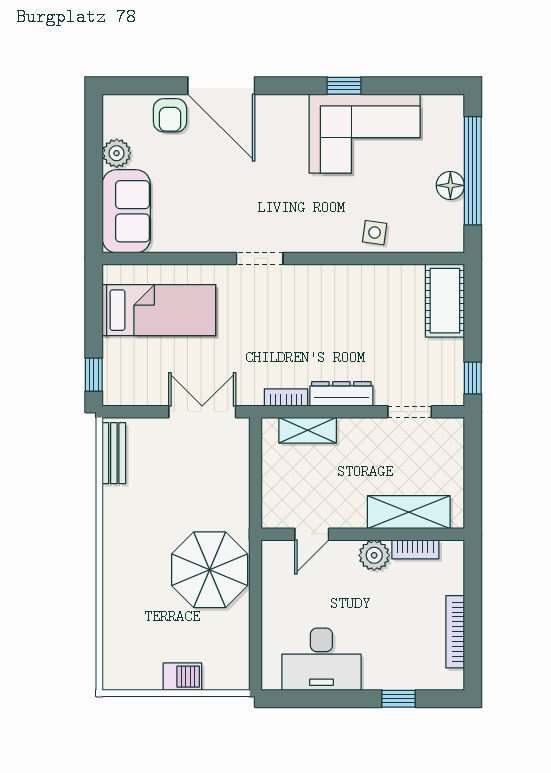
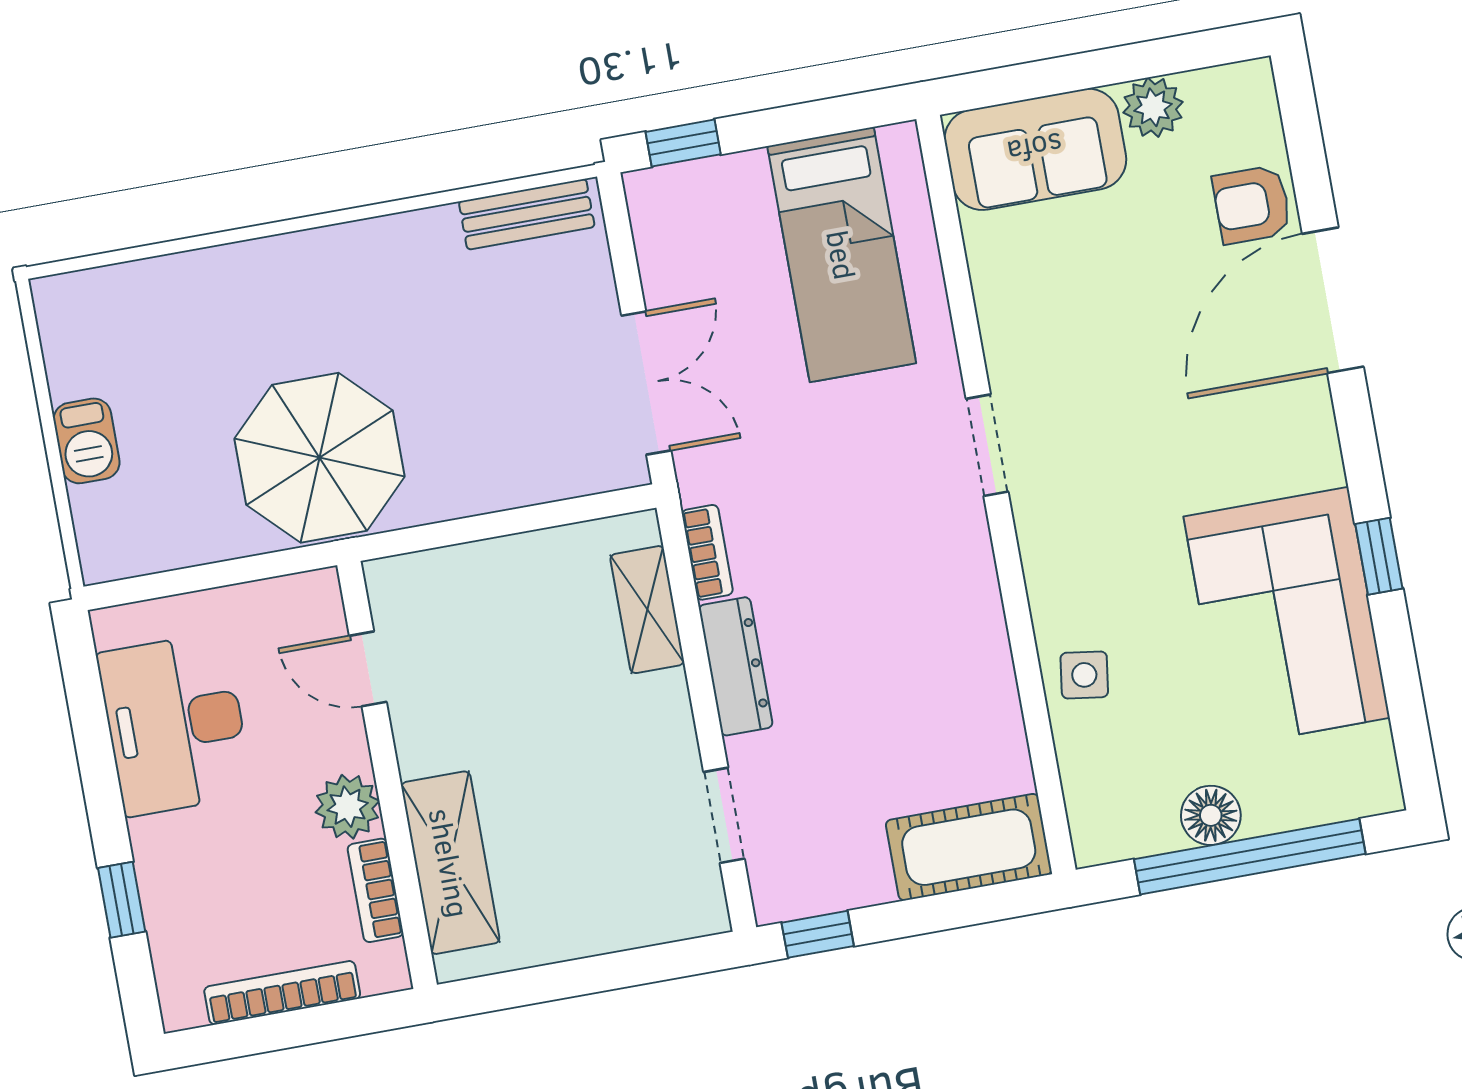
shelving: (409, 512) -> (450, 863), moved
door: (312, 534) -> (368, 669), moved
wall: (363, 534) -> (387, 775), moved
bookcase: (415, 549) -> (375, 890), moved
plant: (374, 555) -> (348, 807), moved

